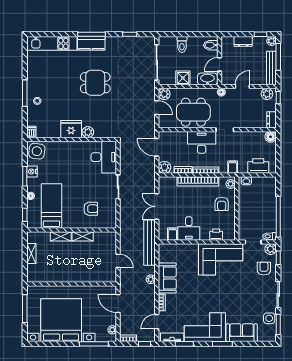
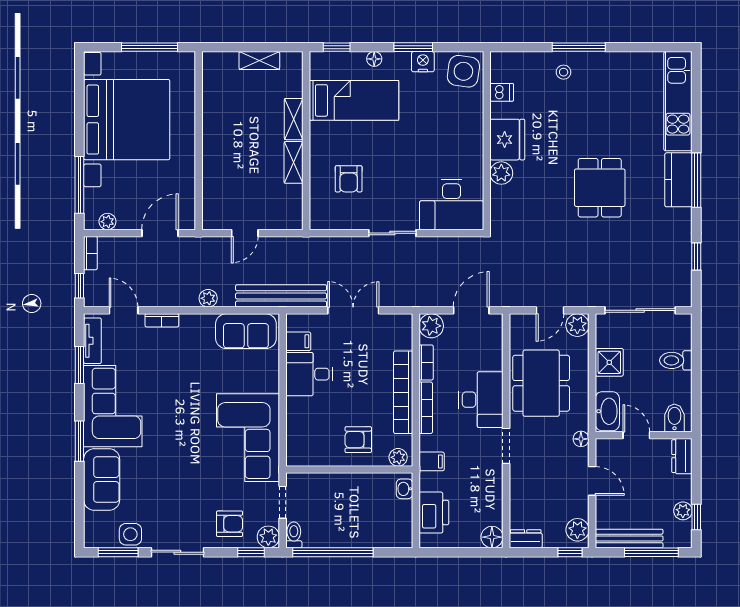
dresser: (243, 41) -> (682, 456), moved
plant: (271, 41) -> (683, 511), moved
dishwasher: (31, 132) -> (502, 92), moved
printer: (216, 235) -> (297, 428), removed
sofa: (167, 278) -> (246, 331), moved

